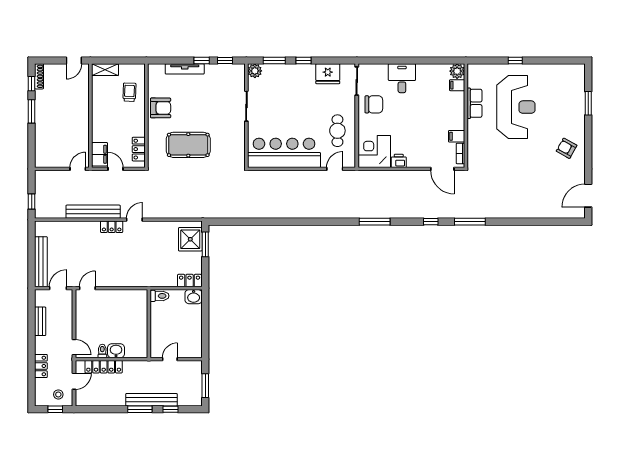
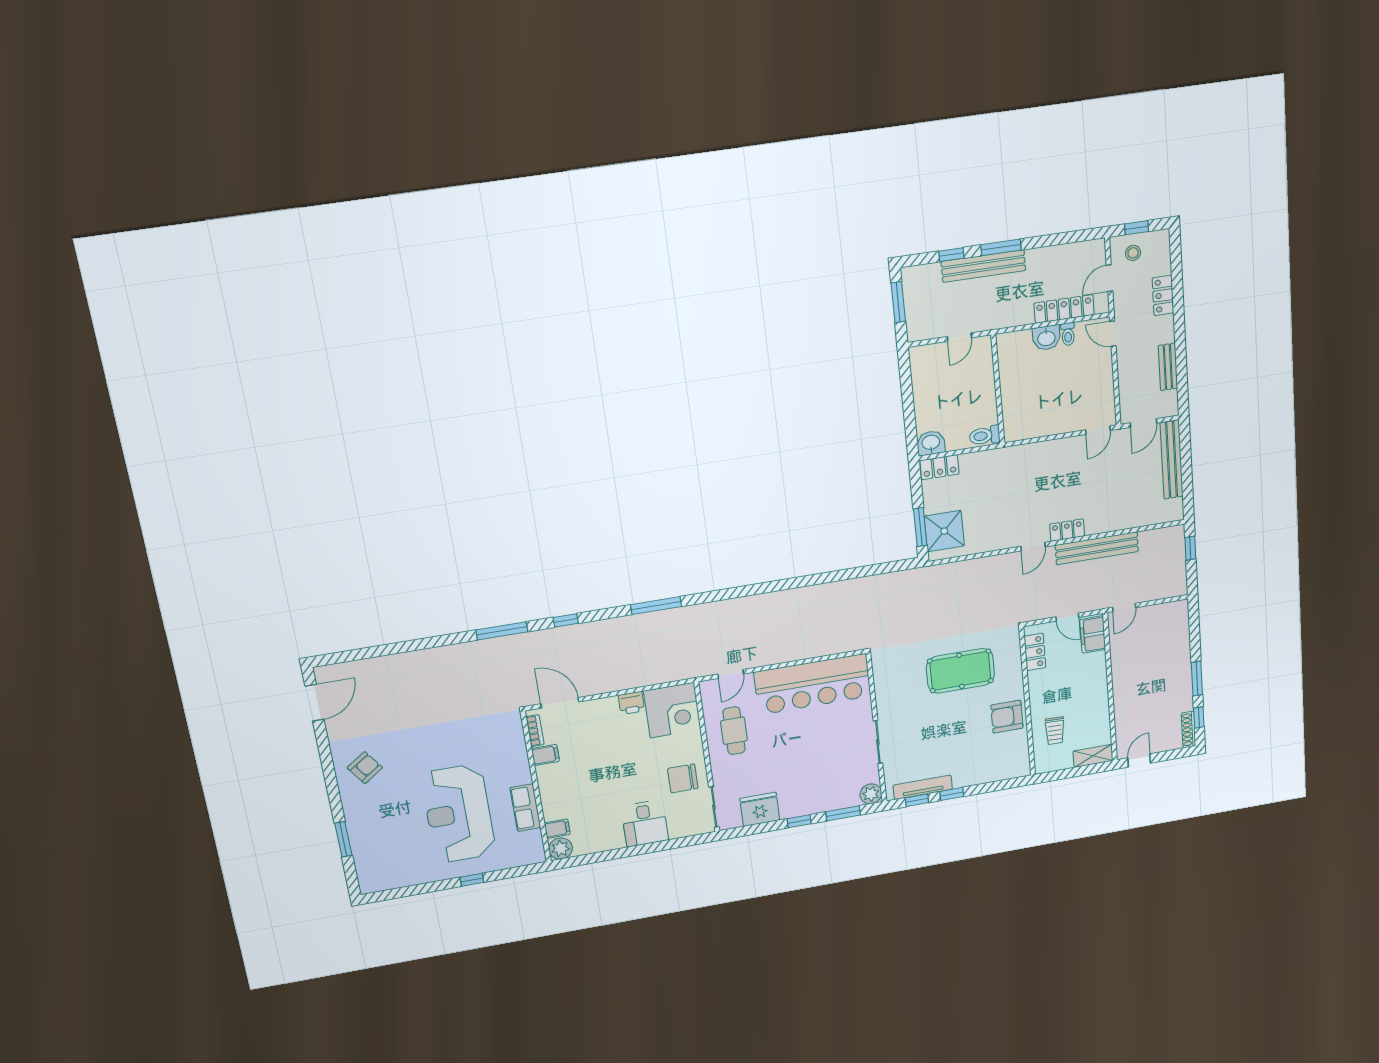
tv unit: (185, 69) -> (923, 787), moved
armchair: (567, 148) -> (365, 768), turned -64

